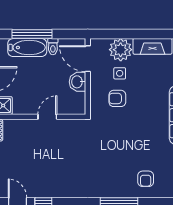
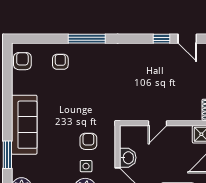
armchair: (117, 98) -> (88, 141), turned -90

